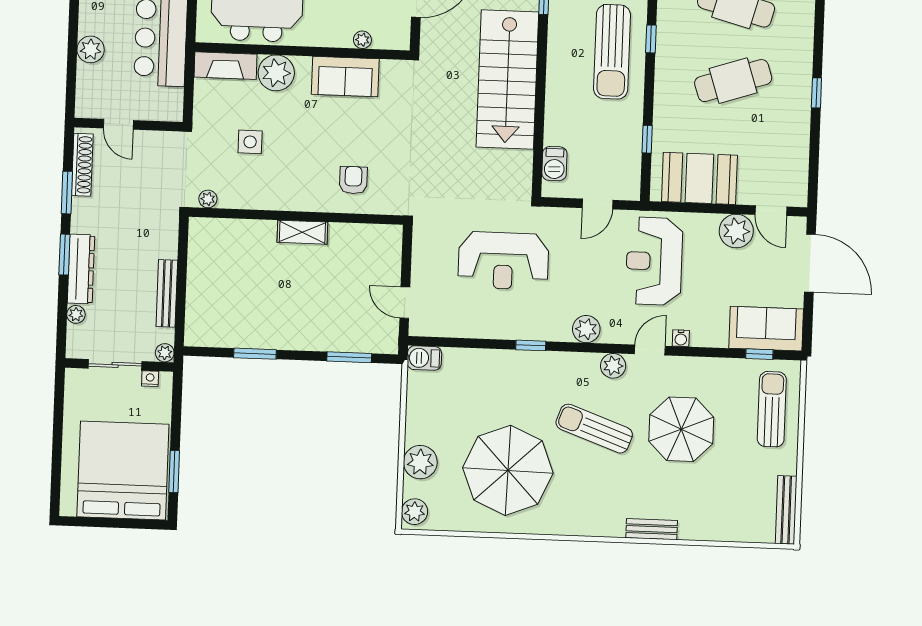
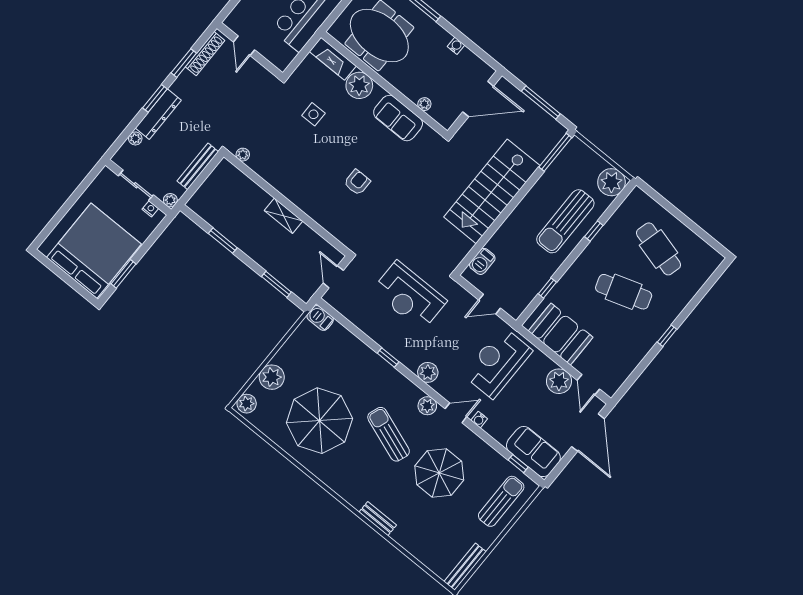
plant: (208, 199) -> (243, 155), moved
wall: (296, 216) -> (287, 204), moved
shelving: (302, 232) -> (283, 216), moved

